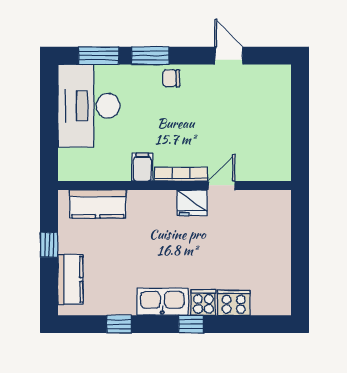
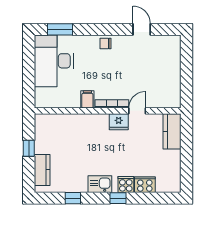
window: (150, 56) -> (92, 29), removed
kitchen counter: (98, 204) -> (172, 131), moved, turned 90
kitchen sink: (162, 302) -> (100, 184), width x0.73

